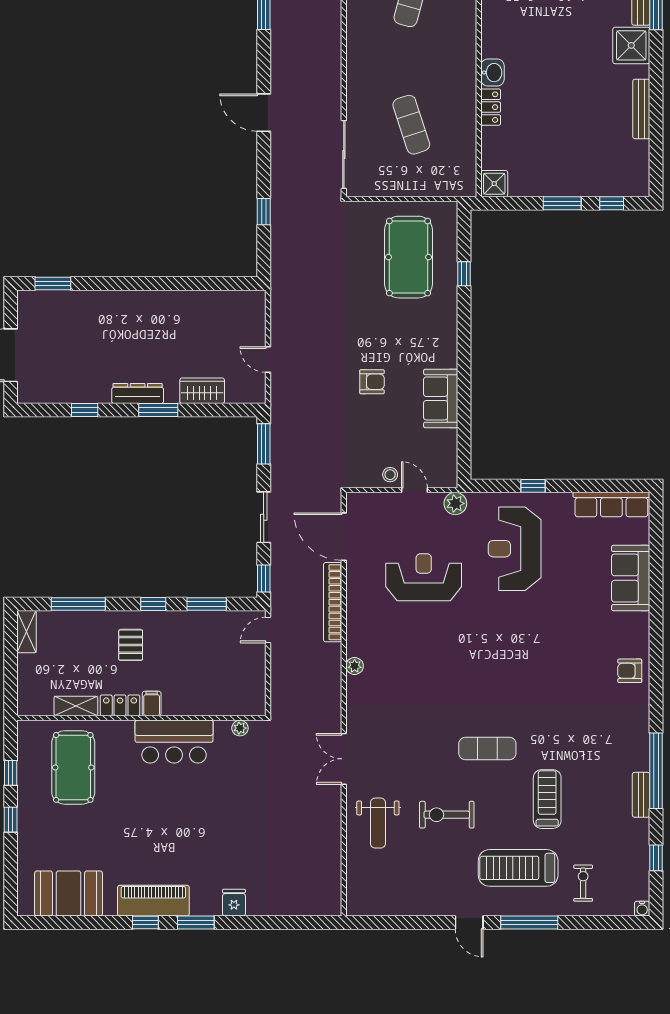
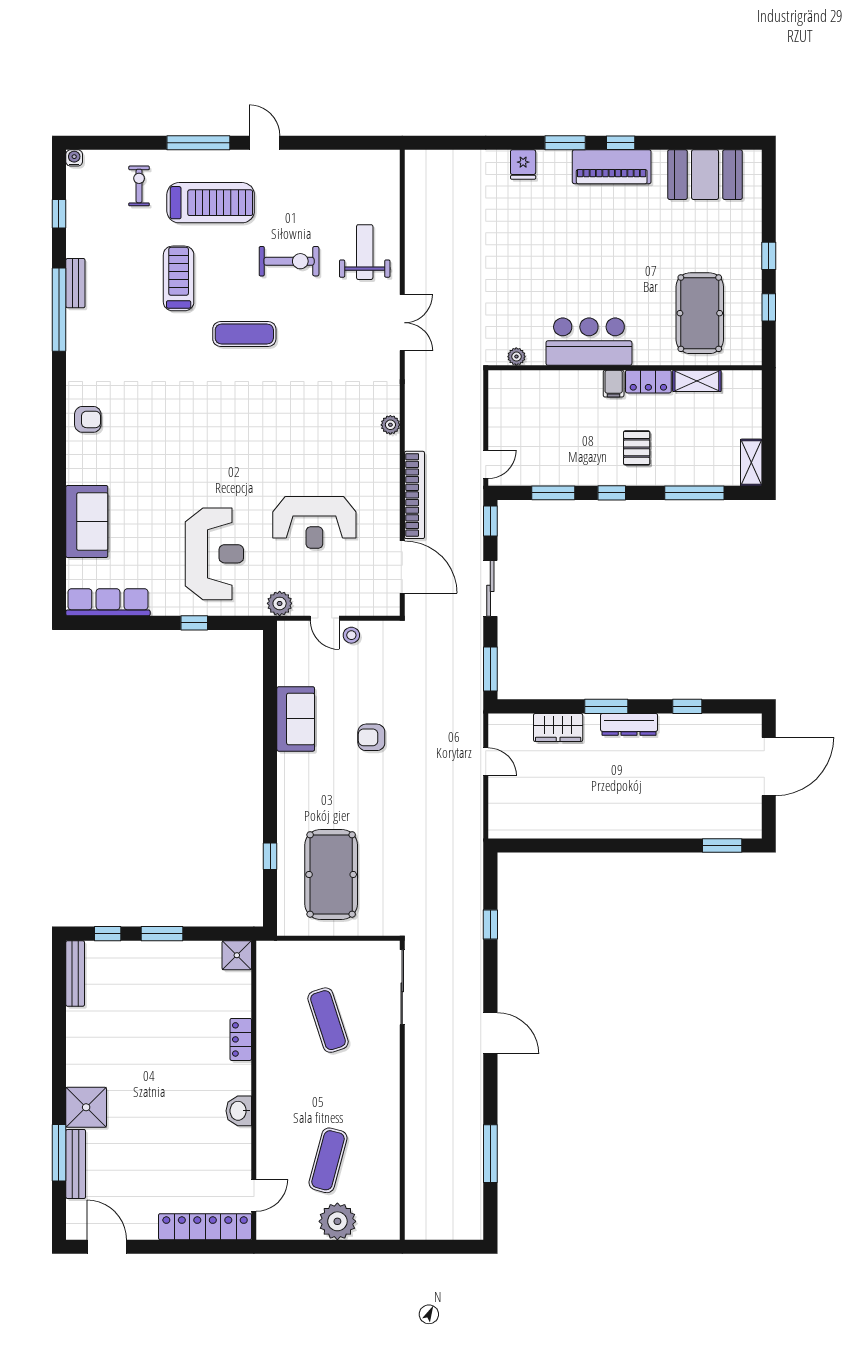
washbasin: (492, 73) -> (239, 1111), moved
bench: (641, 109) -> (75, 973), moved
treadmill: (547, 799) -> (179, 278), turned 180
exercise bike: (583, 883) -> (139, 186), turned 180

